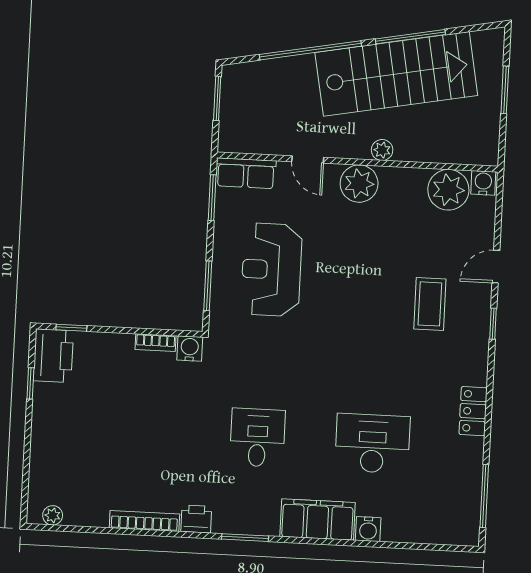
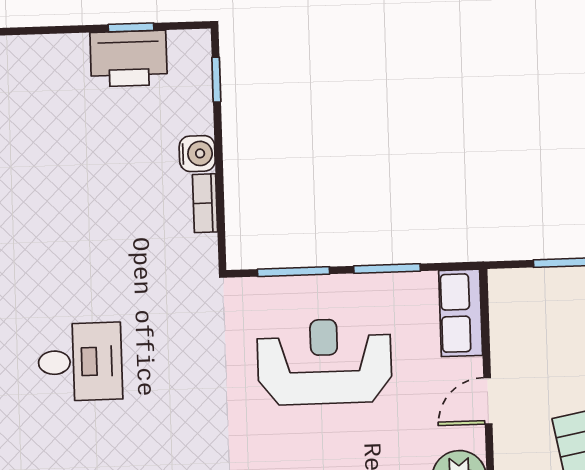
window: (212, 198) -> (387, 268), moved
water cooler: (190, 349) -> (197, 154), moved
printer: (53, 356) -> (129, 59), moved

